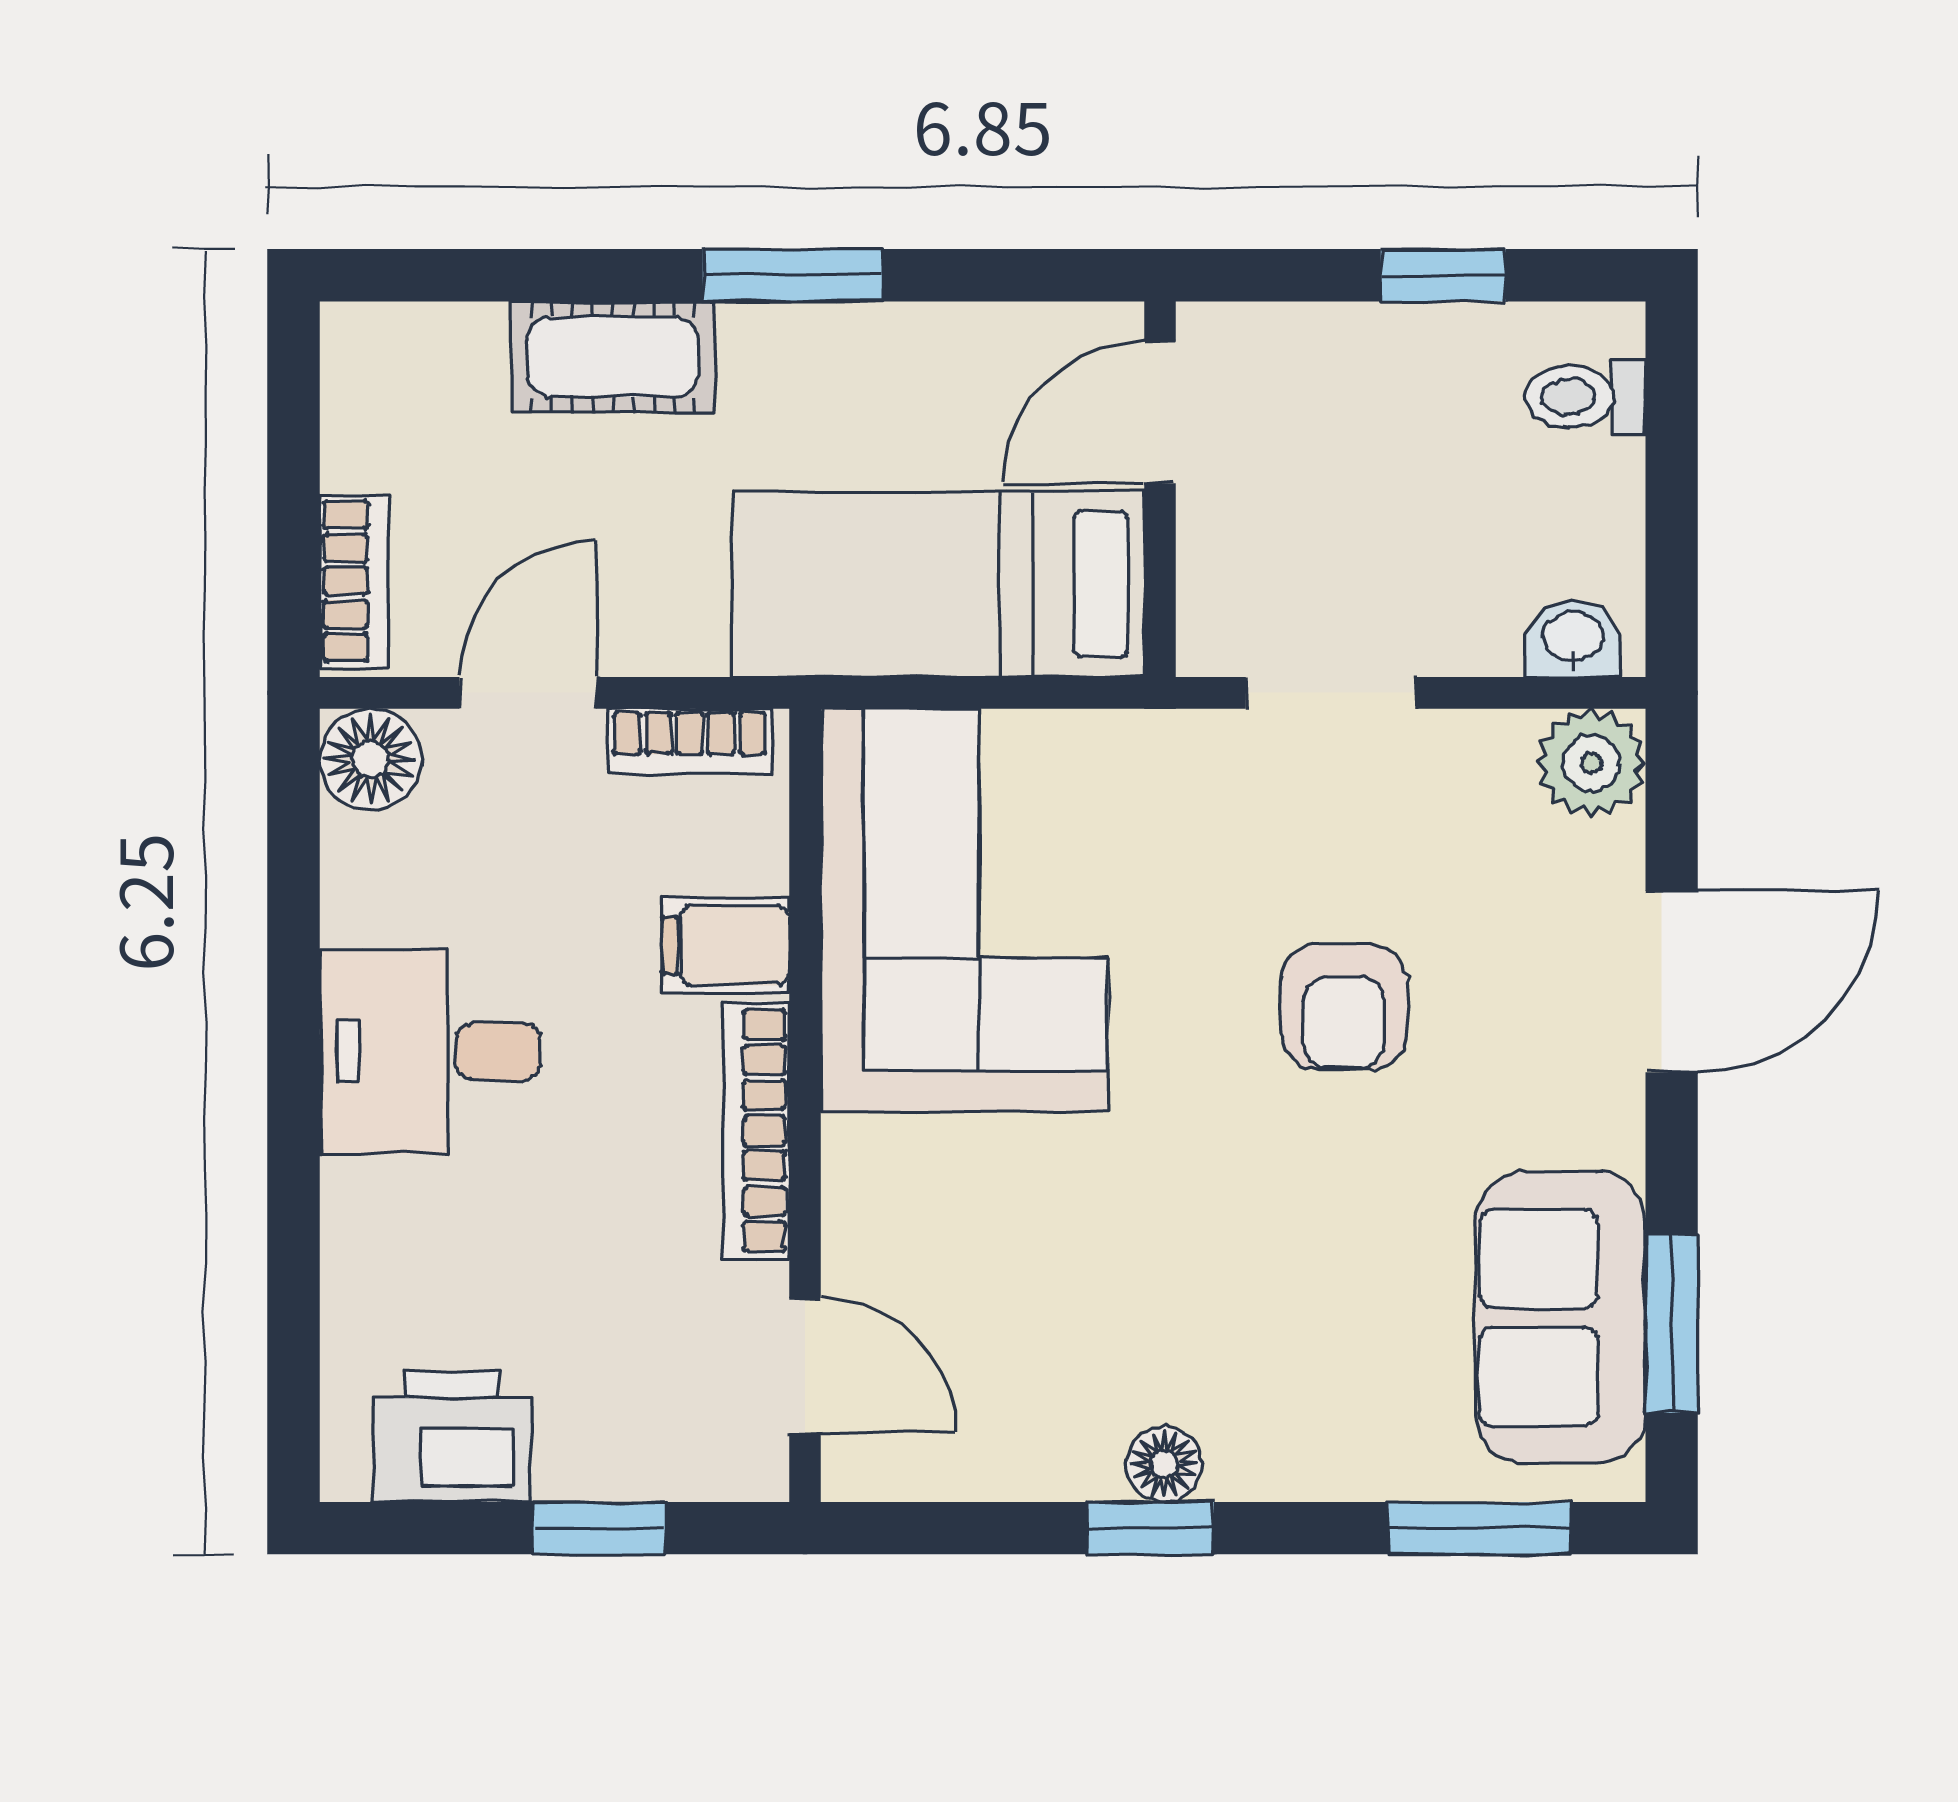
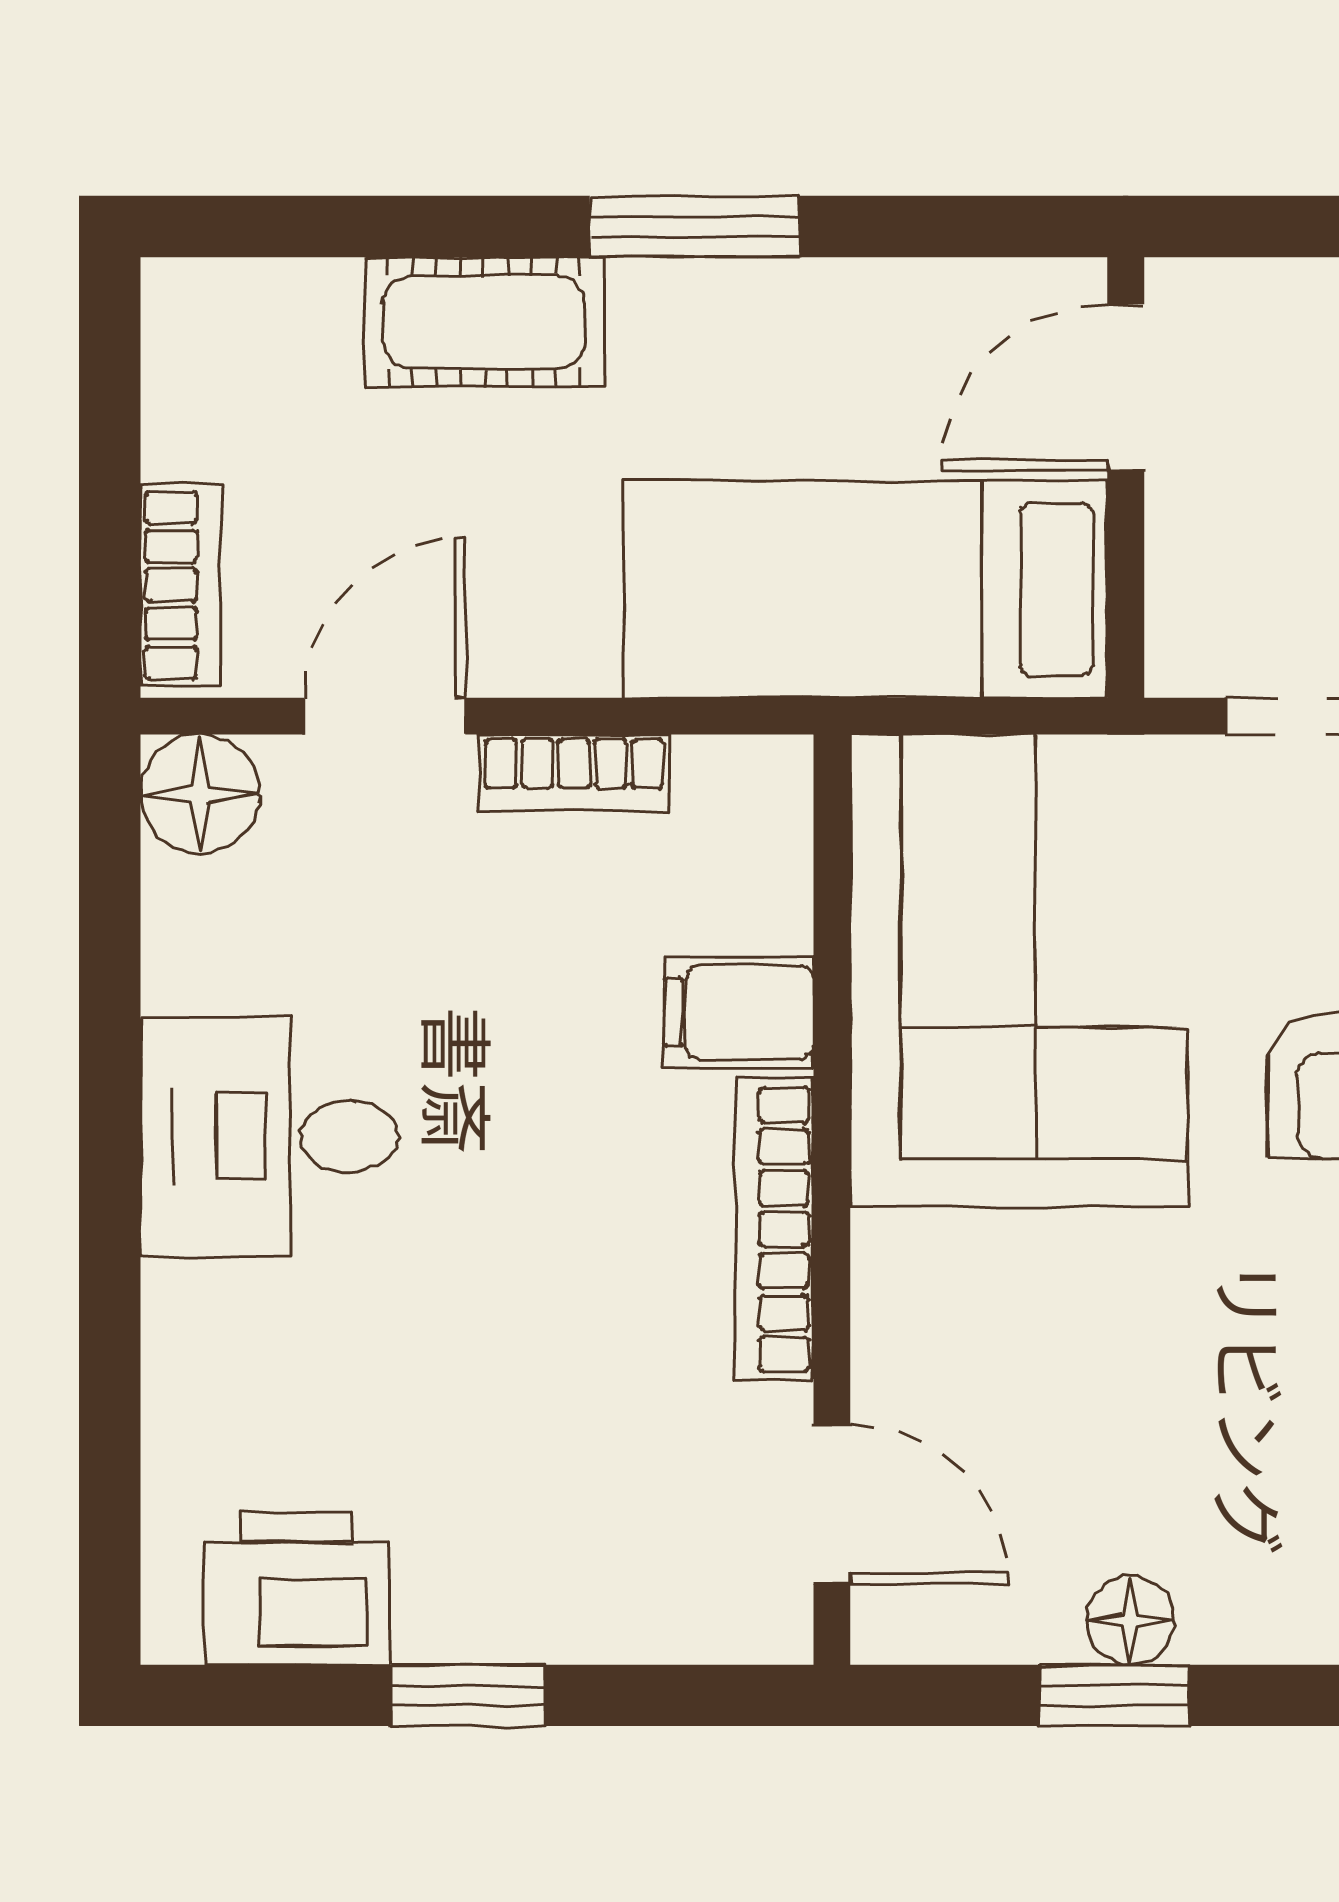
corner sofa: (964, 910) -> (1019, 971), moved
filing cabinet: (726, 945) -> (739, 1012), moved
wall: (805, 1105) -> (832, 1200), moved
bookcase: (756, 1131) -> (775, 1229), moved
door: (805, 1365) -> (832, 1505), moved

